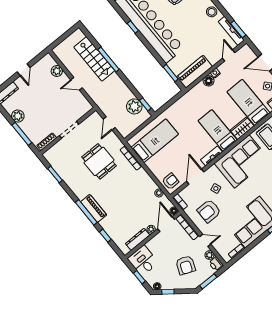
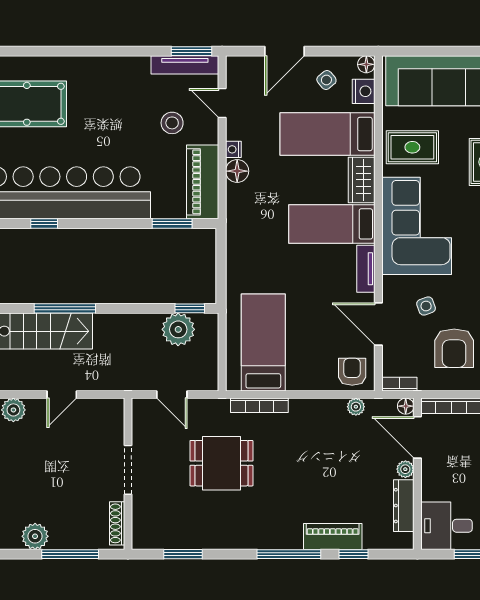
stool: (212, 12) -> (172, 123), moved
piano: (94, 208) -> (333, 537), moved

